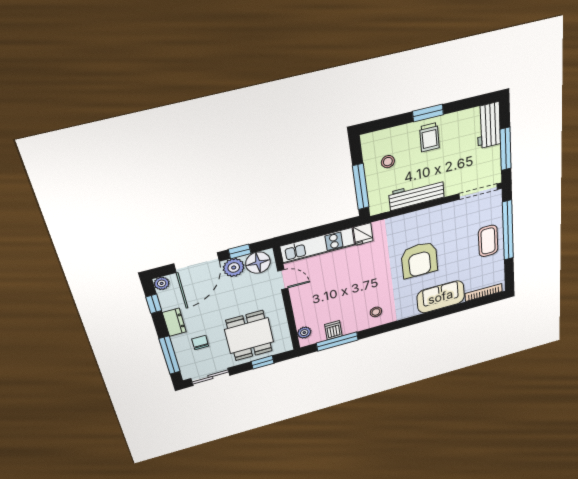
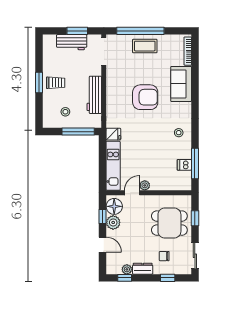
workbench: (489, 125) -> (72, 42), moved
window: (506, 149) -> (77, 31), width x0.69
door: (197, 263) -> (103, 245), width x0.53
plant: (162, 283) -> (127, 269), moved
plant: (304, 333) -> (145, 185), moved
window: (170, 355) -> (168, 278), width x0.46

